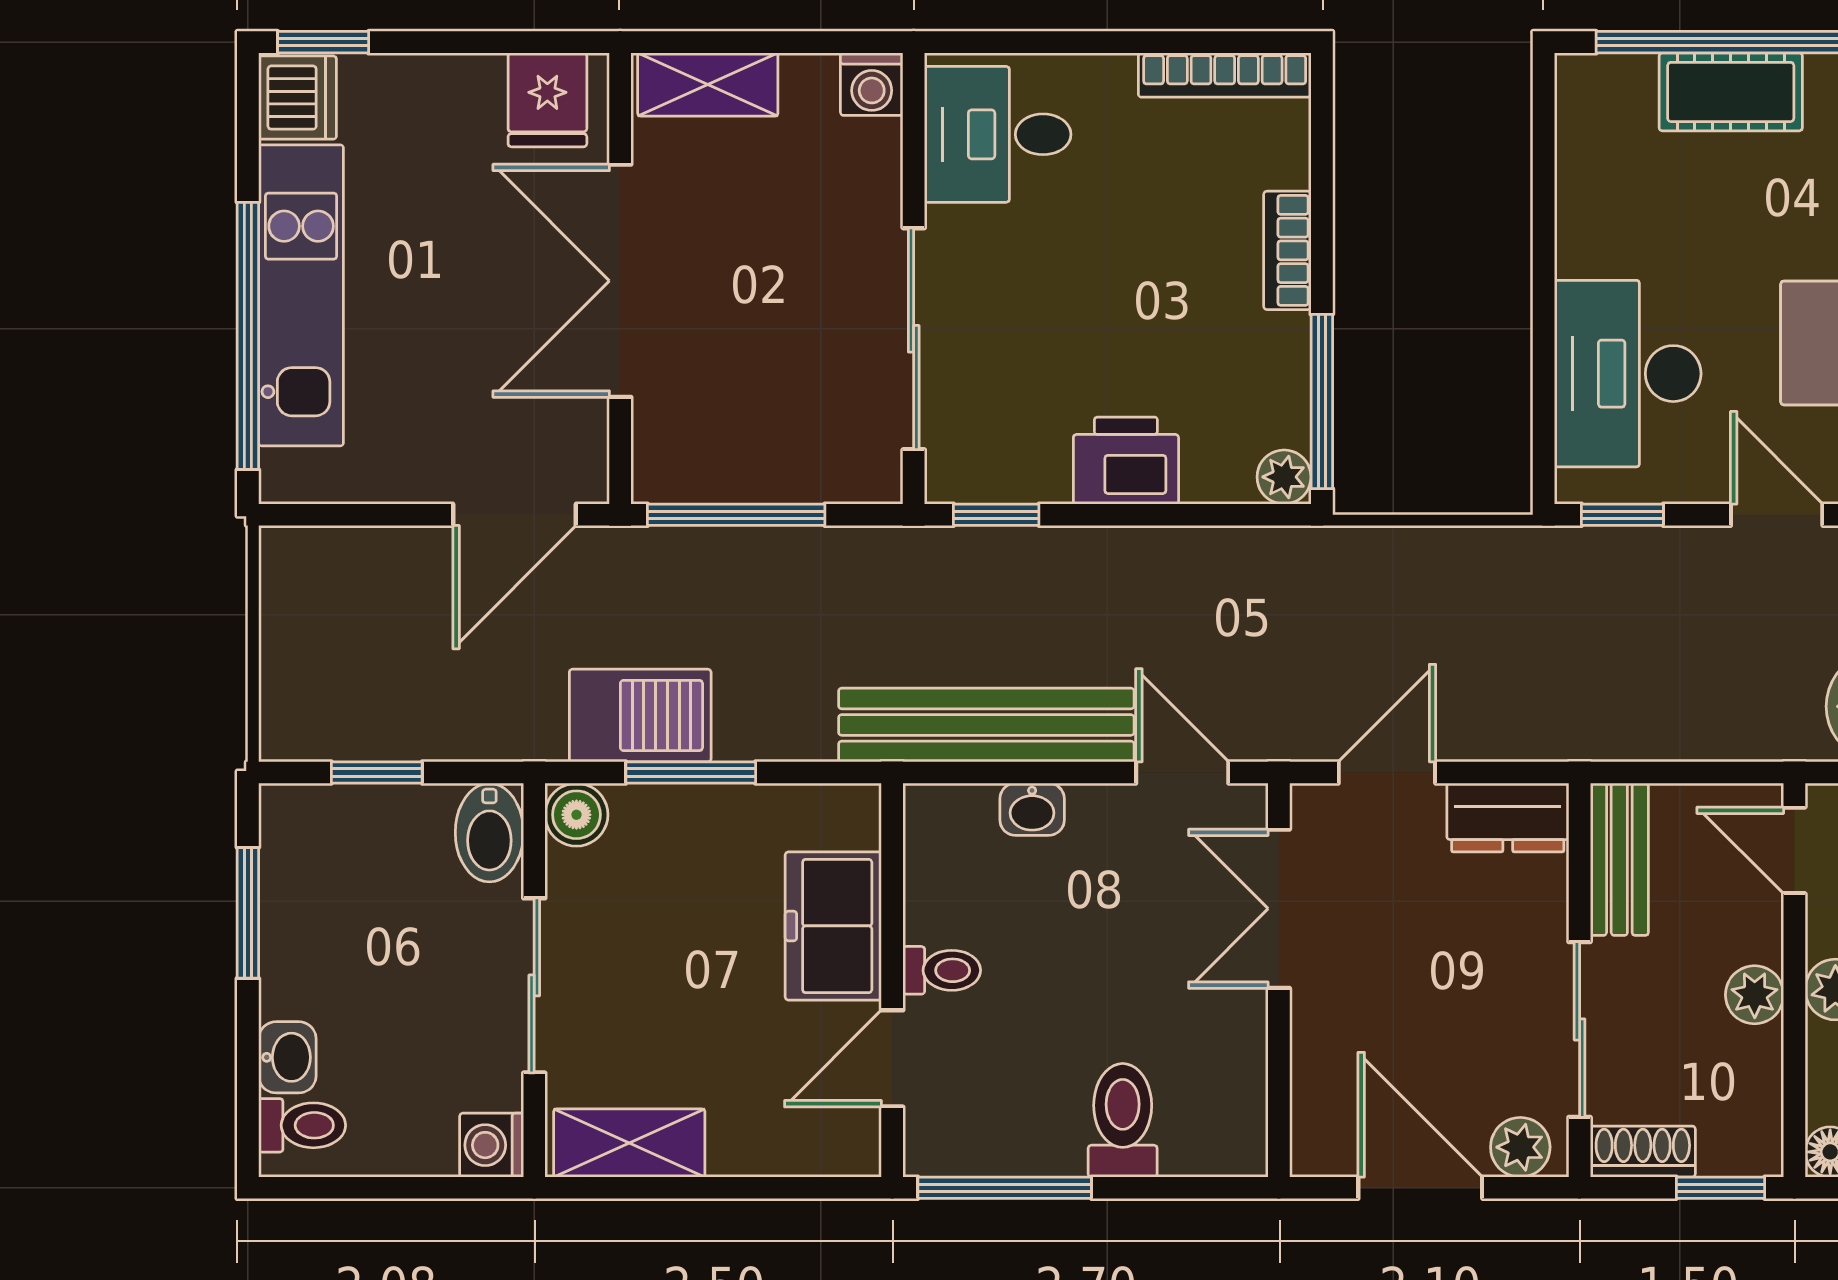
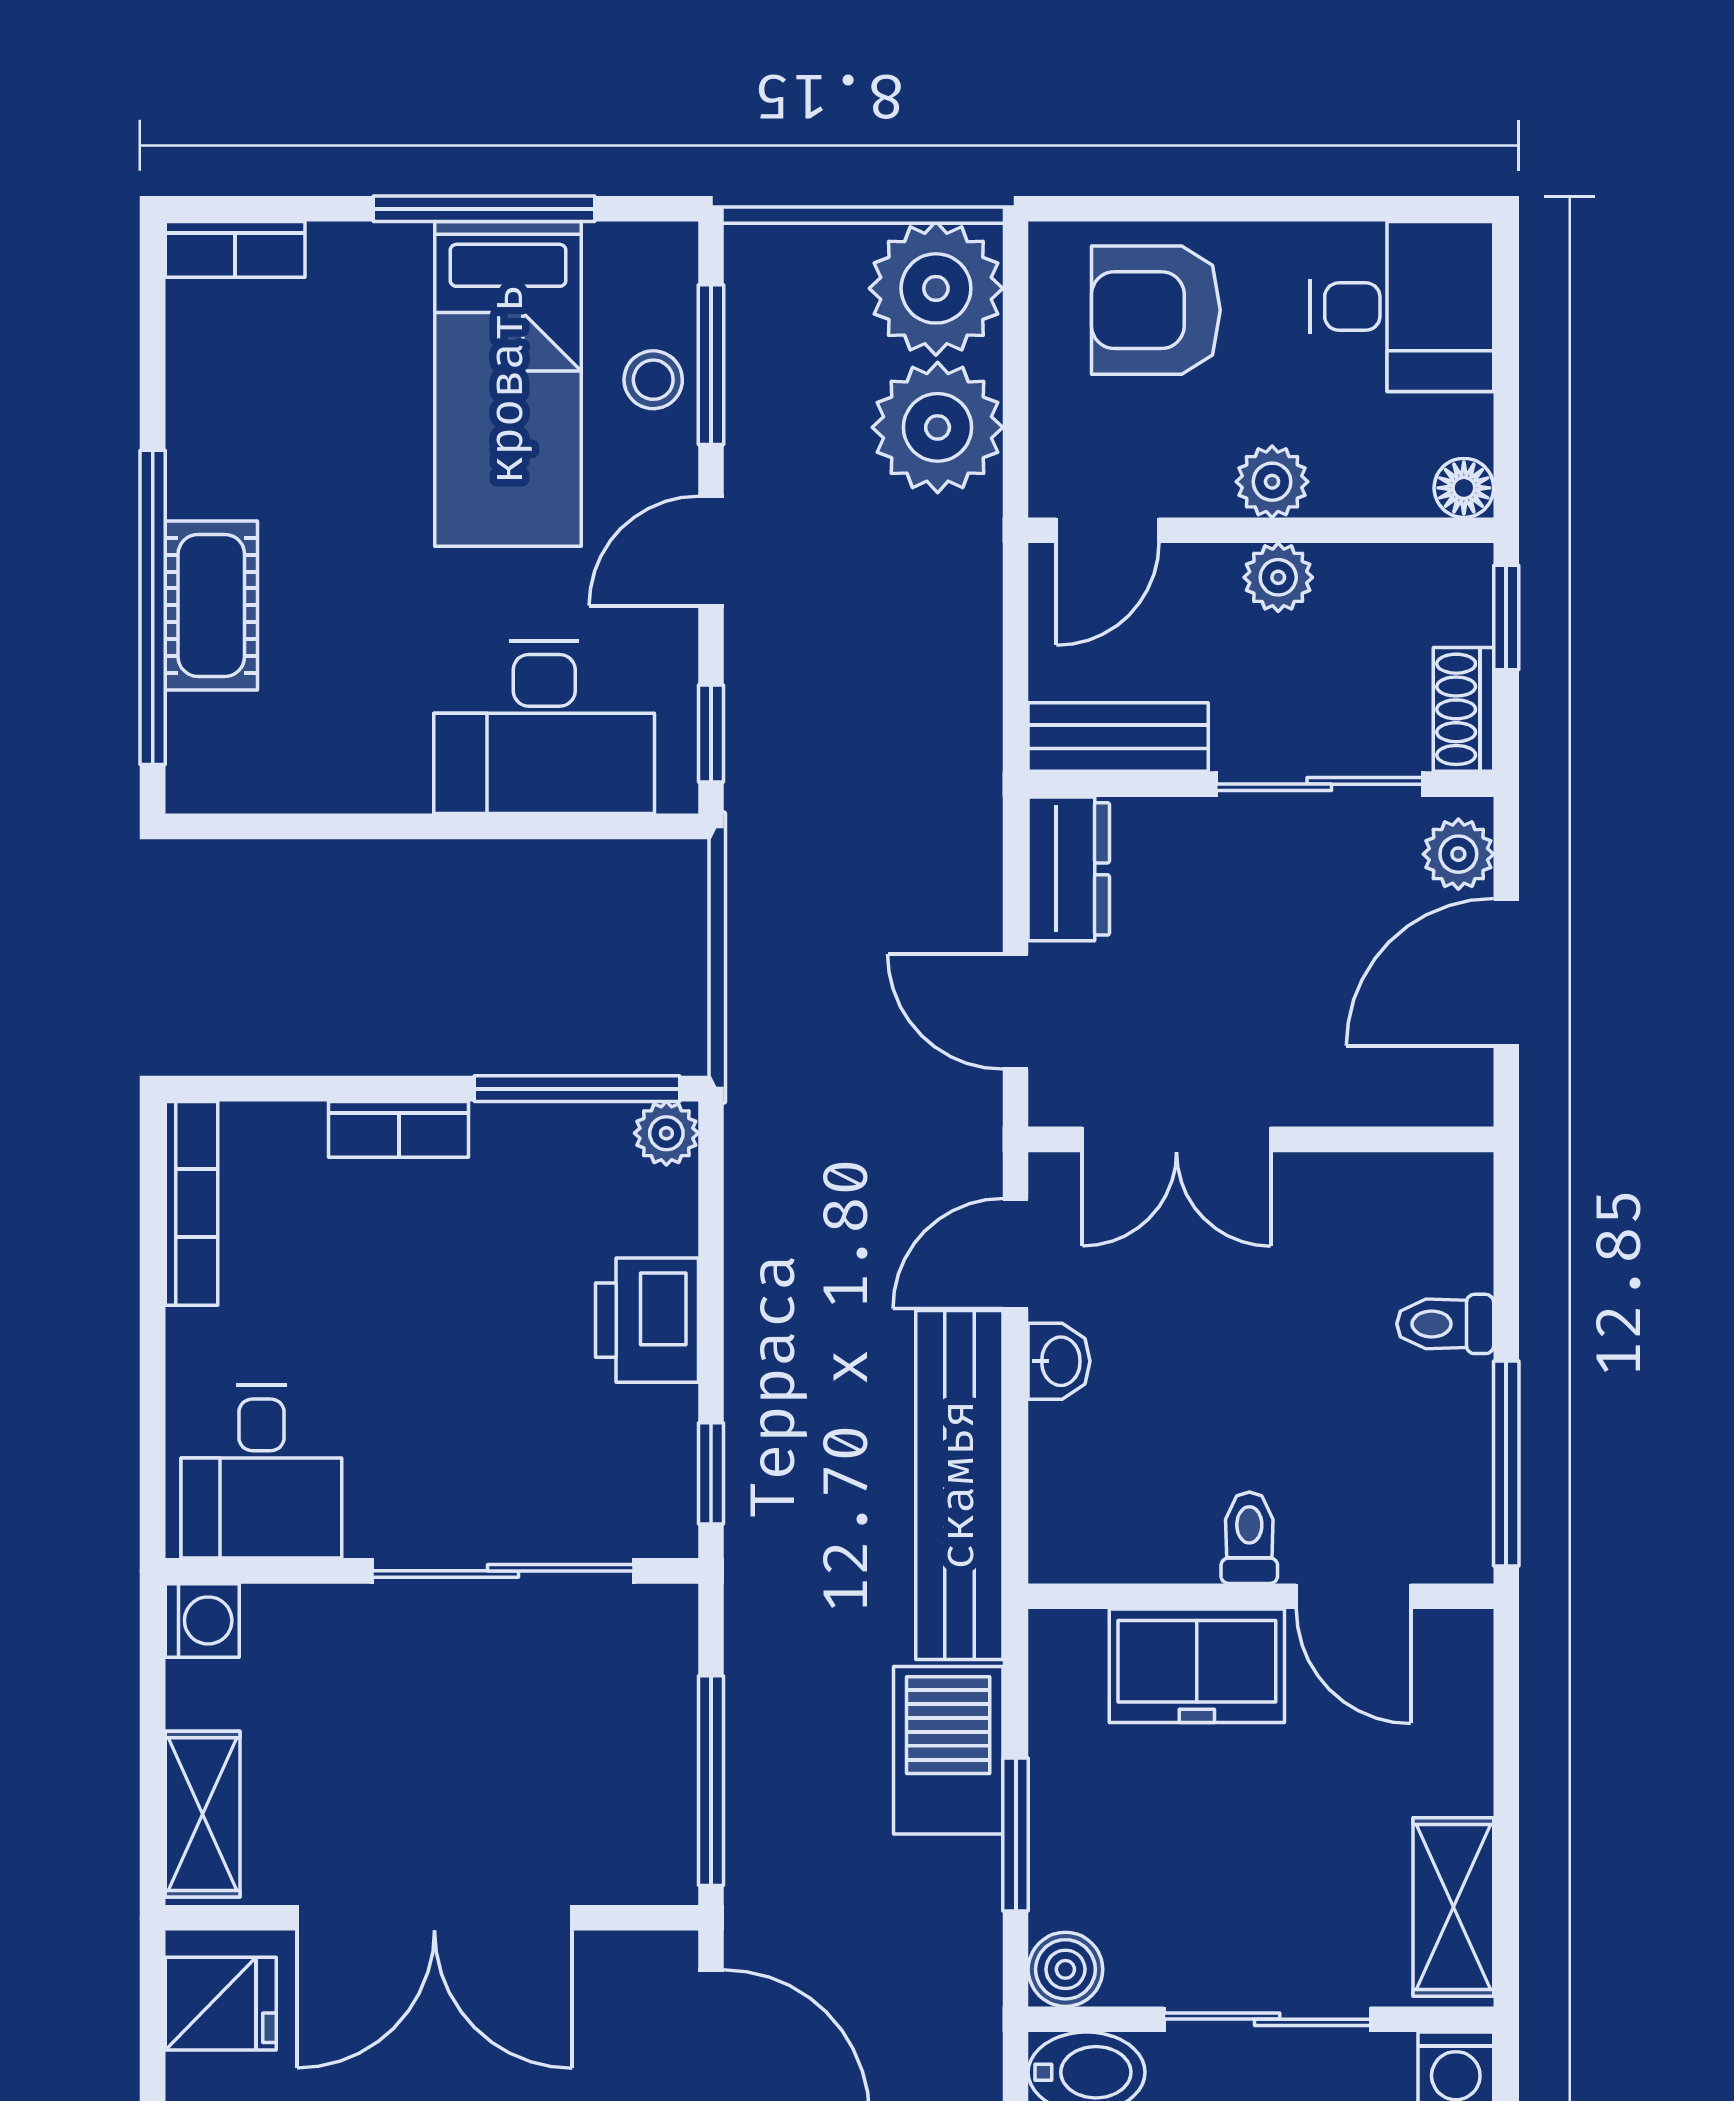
barbecue: (640, 715) -> (948, 1750), moved
washbasin: (1032, 809) -> (1059, 1361), moved
toilet: (1123, 1120) -> (1445, 1324), width x0.73, depth x0.72

